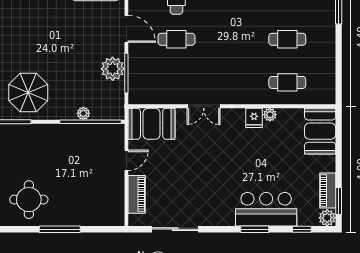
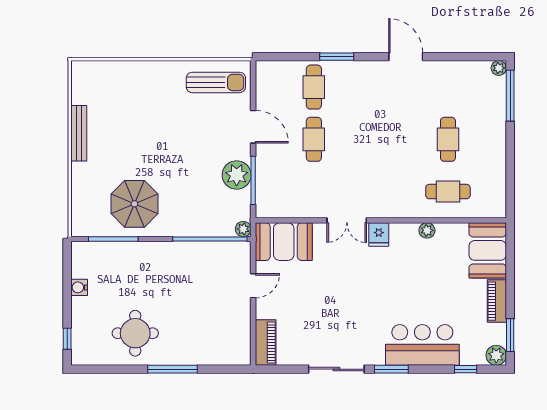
cafe table: (176, 39) -> (314, 139), turned 90
cafe table: (287, 39) -> (448, 139), turned 90
plant: (83, 113) -> (243, 229), moved
fridge: (254, 118) -> (379, 234), moved
piano: (328, 191) -> (497, 301), moved
piano: (137, 194) -> (266, 342), moved
sliding door: (175, 229) -> (336, 369), moved
window: (255, 229) -> (391, 369), moved

